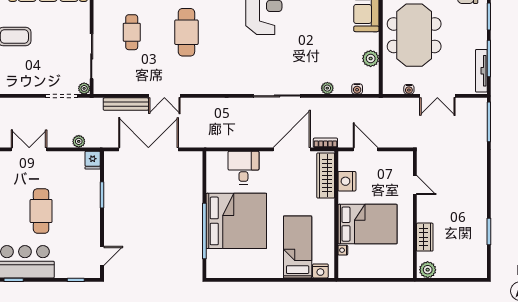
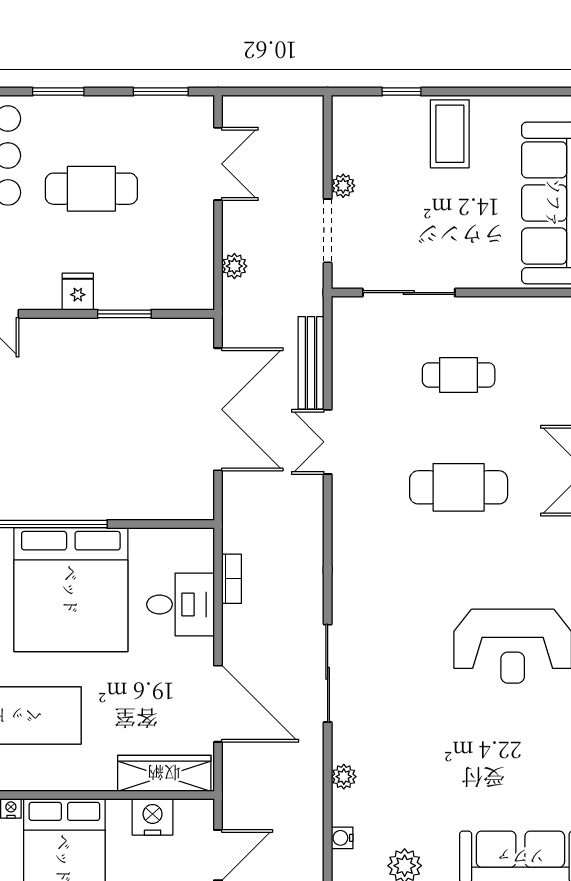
plant: (84, 88) -> (343, 186), moved
bookcase: (325, 143) -> (232, 579), moved
fridge: (93, 160) -> (78, 292), moved, turned 90

